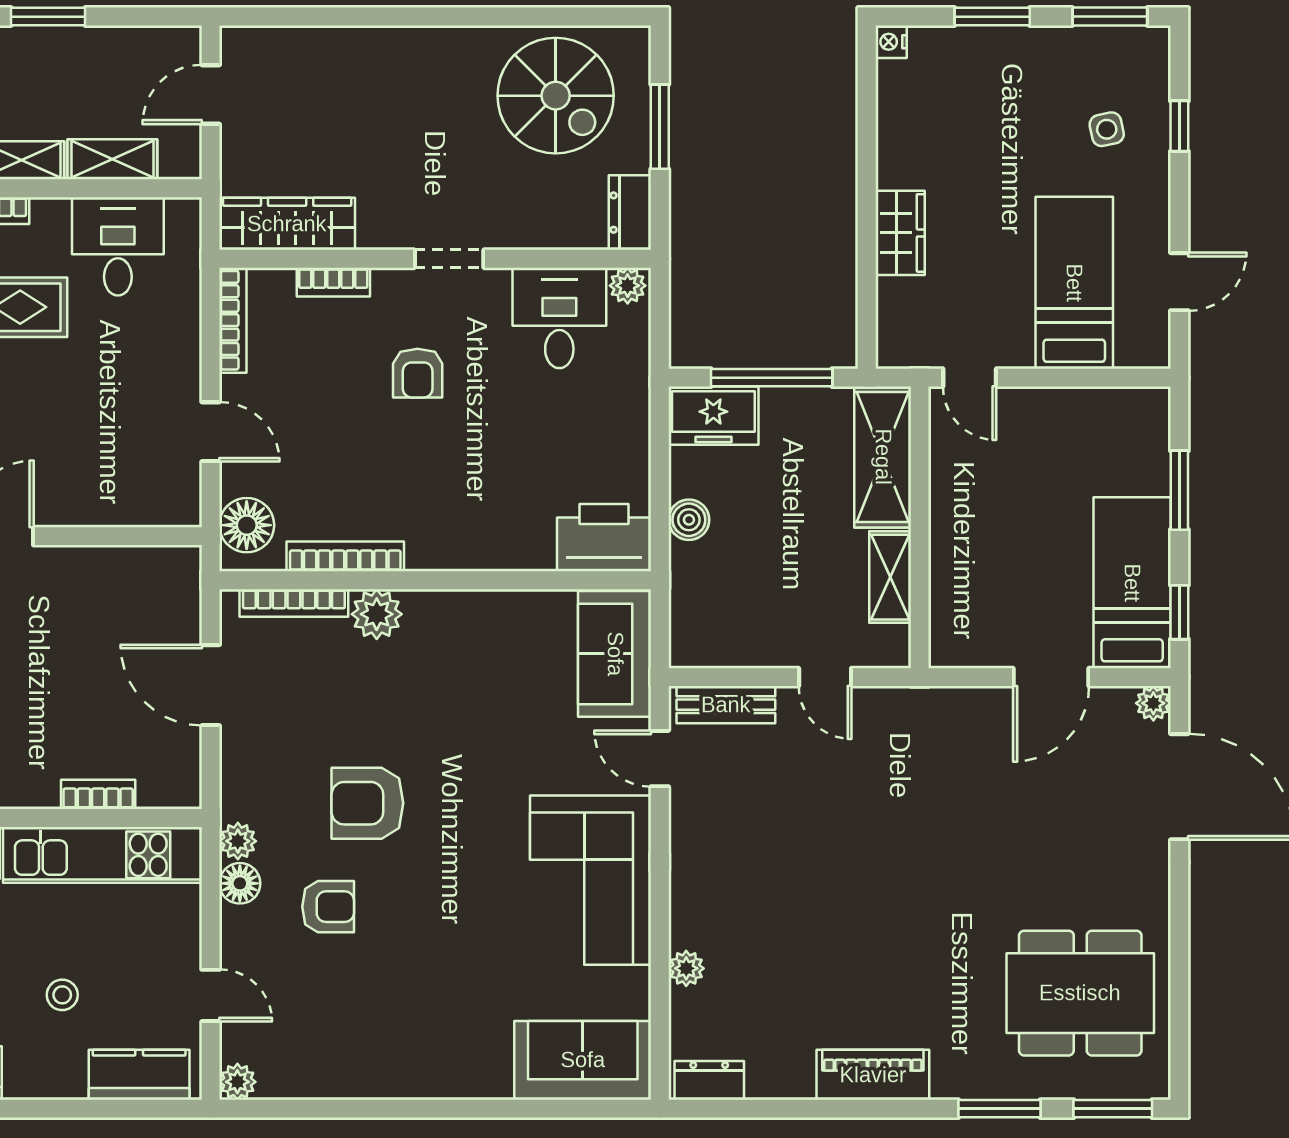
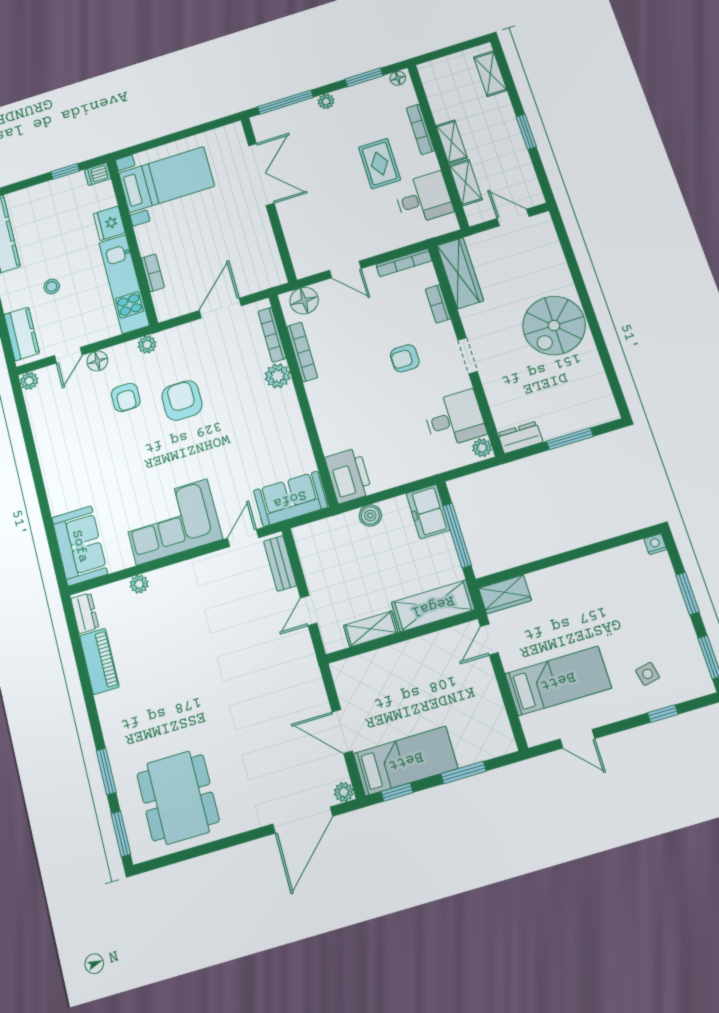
spiral stairs: (556, 96) -> (554, 326), moved
wardrobe: (900, 233) -> (505, 594), moved
door: (211, 432) -> (345, 269), hinge flipped
floor lamp: (240, 883) -> (97, 361), moved
piano: (873, 1075) -> (99, 661), moved

